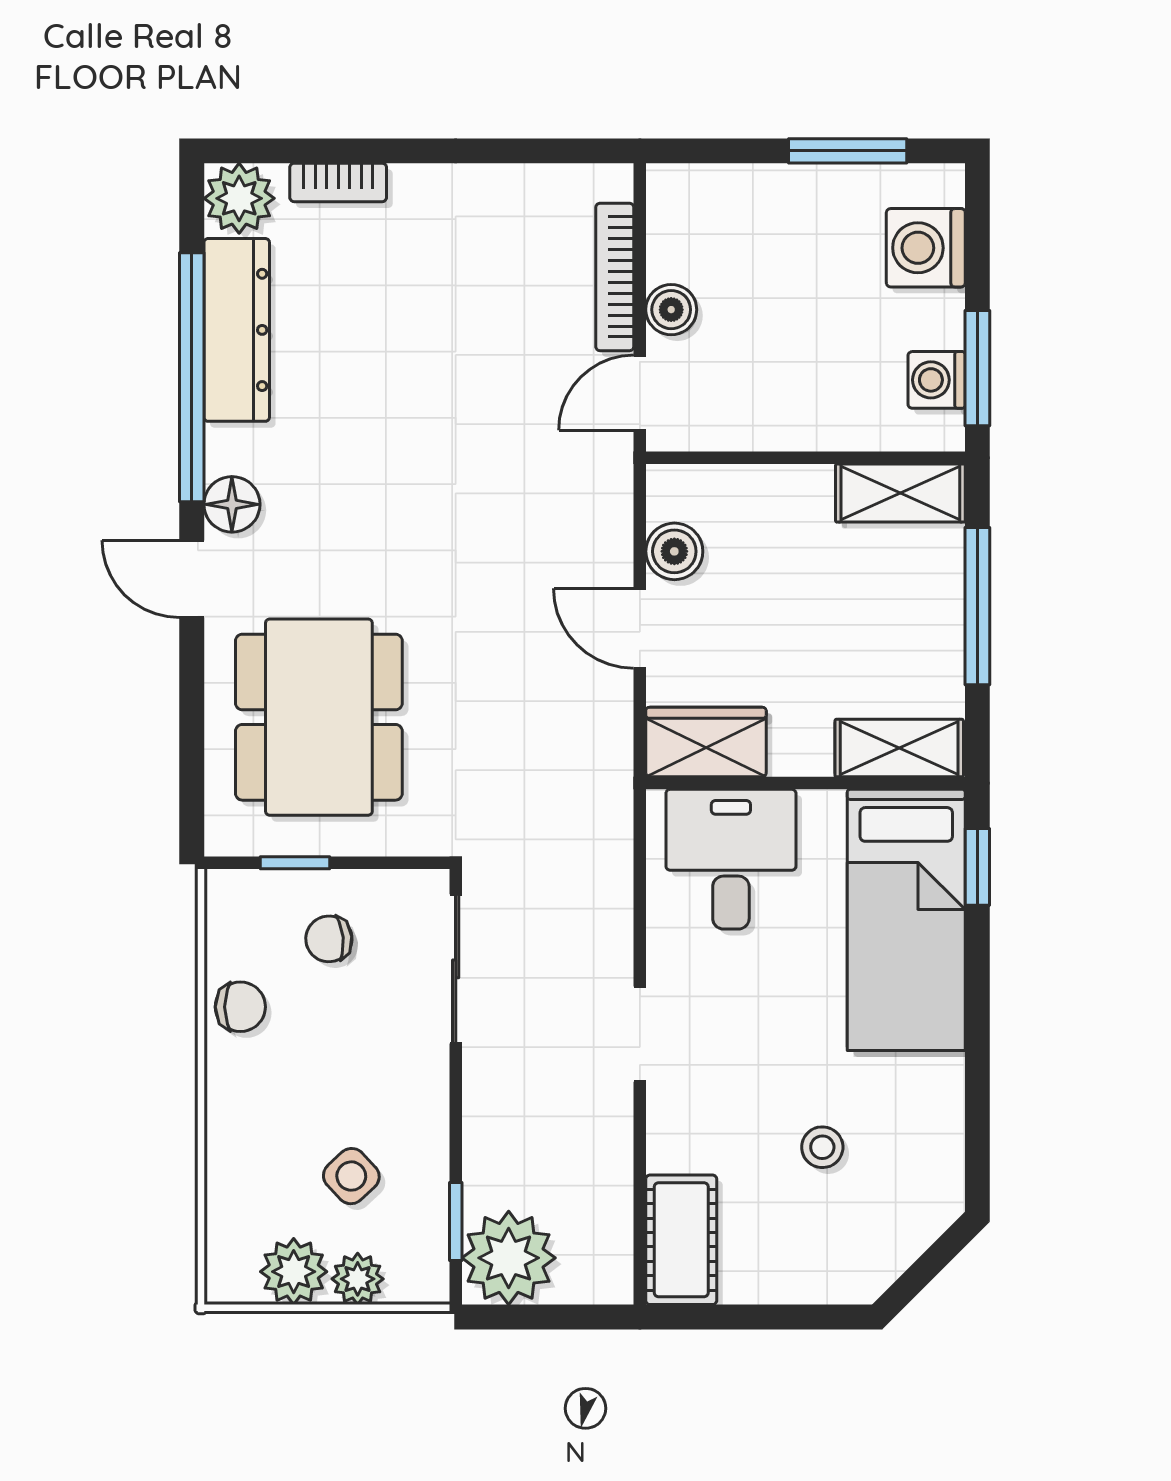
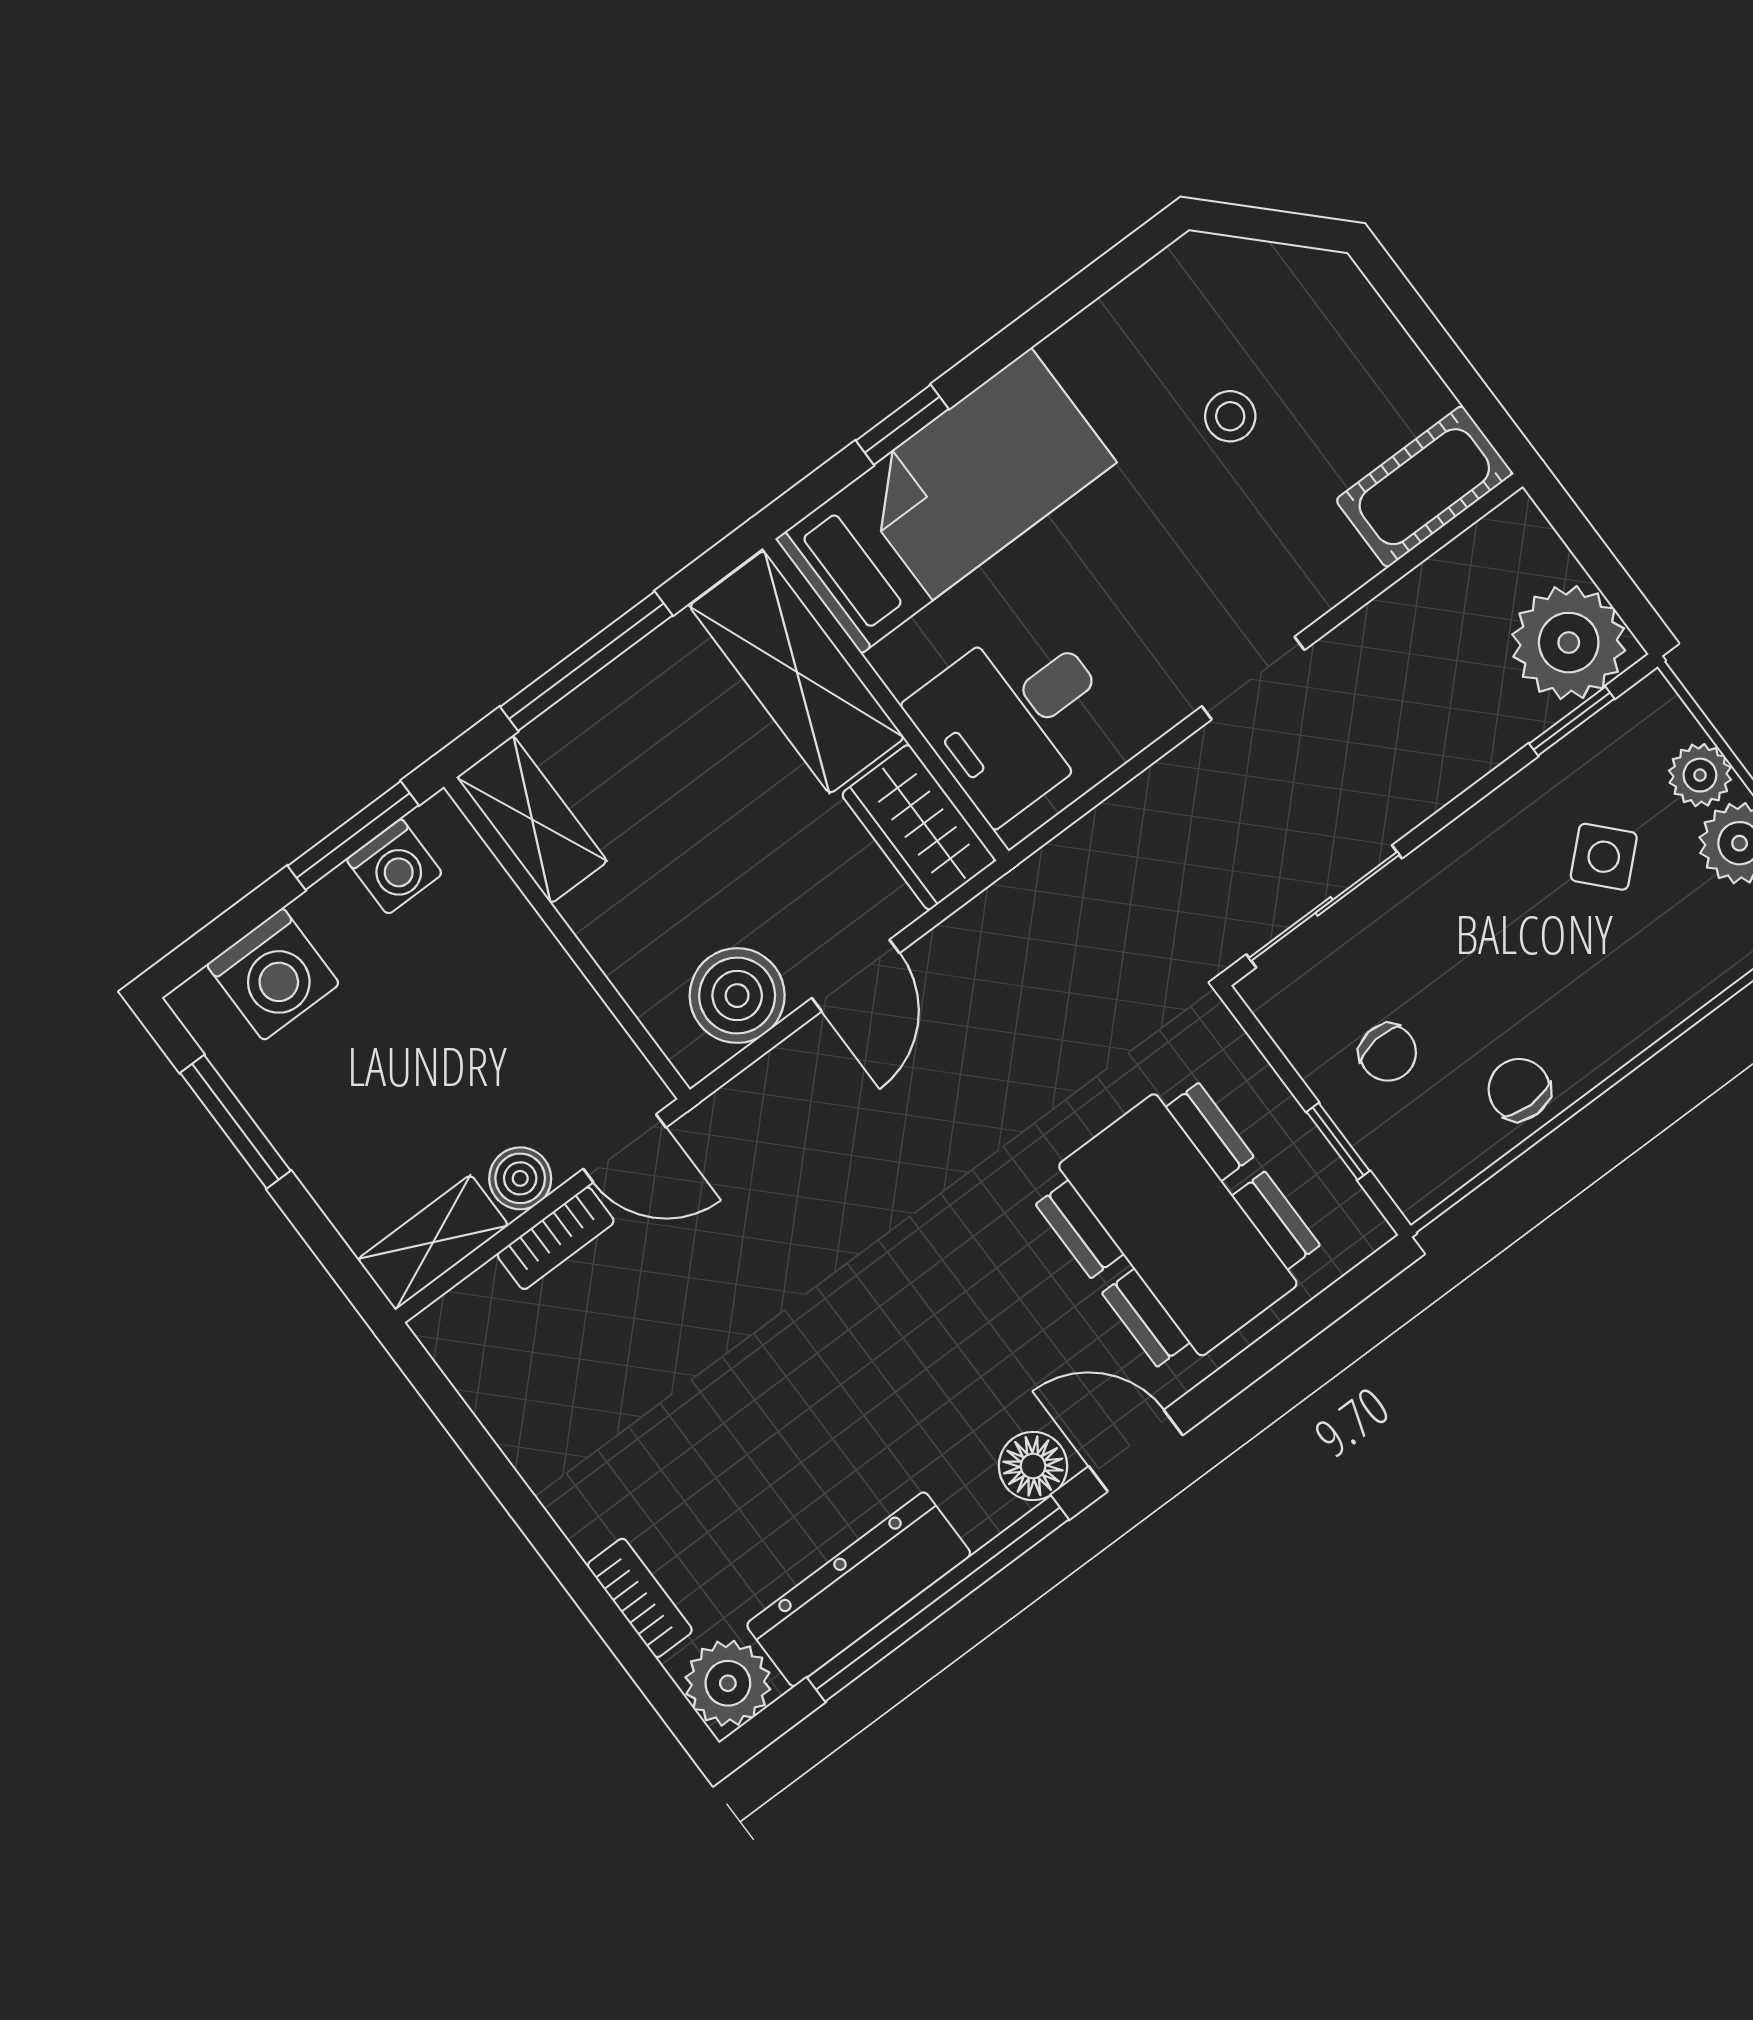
shelving: (672, 221) -> (433, 1242), added
bookcase: (615, 277) -> (556, 1238), width x0.64
boiler: (674, 551) -> (737, 996), width x1.36, depth x1.36
door: (192, 579) -> (1136, 1451), swing flipped
dining table: (319, 717) -> (1178, 1225), turned 90
shelving: (899, 748) -> (797, 672), width x1.50, depth x1.33
window: (977, 867) -> (902, 425), moved

